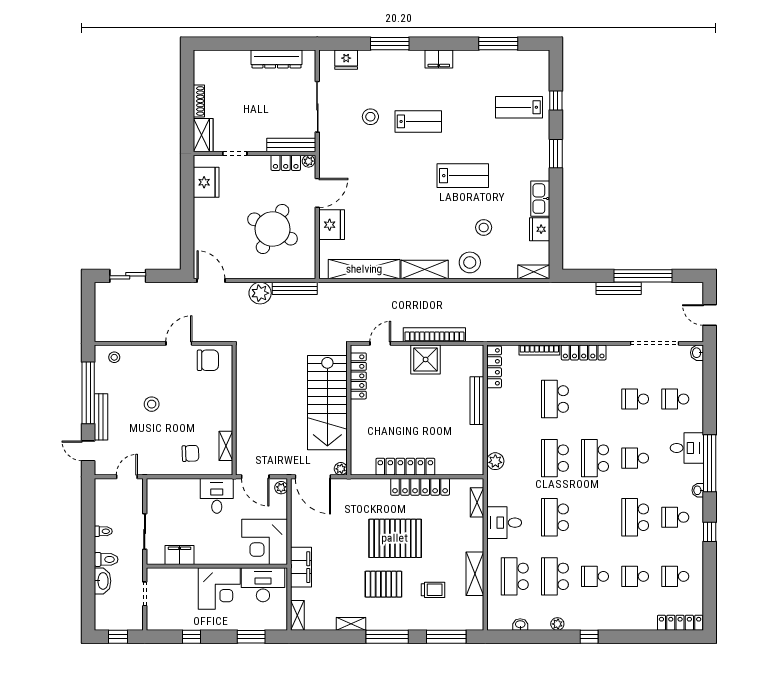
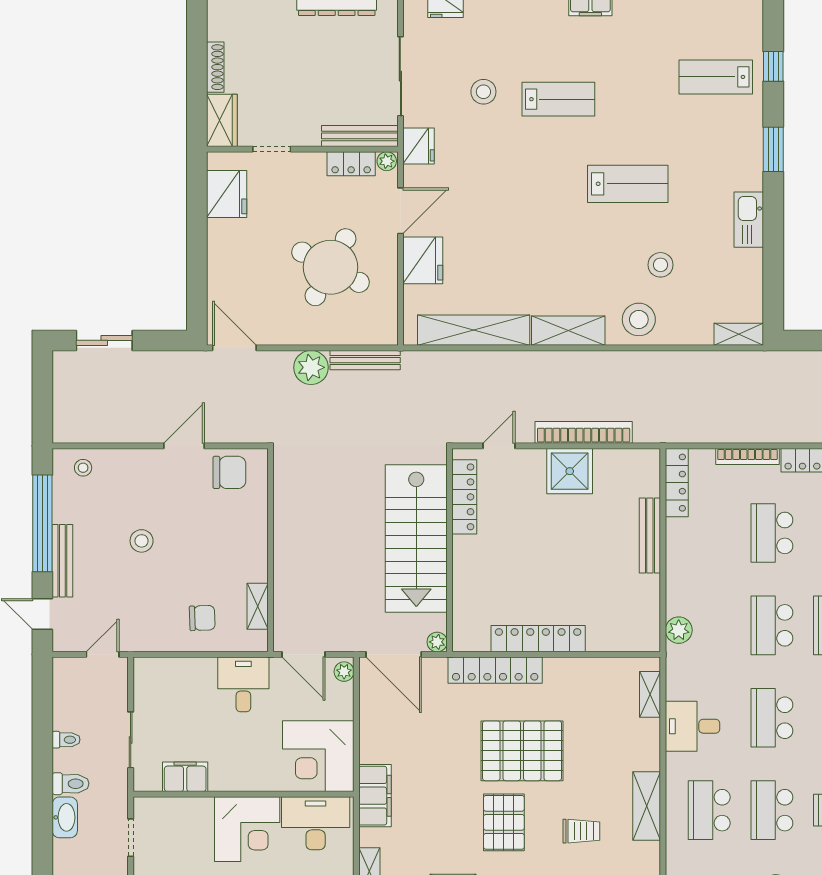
fridge: (540, 229) -> (419, 146), moved, turned 180
locker: (420, 487) -> (495, 670), moved
pallet: (383, 584) -> (504, 822), turned 90

